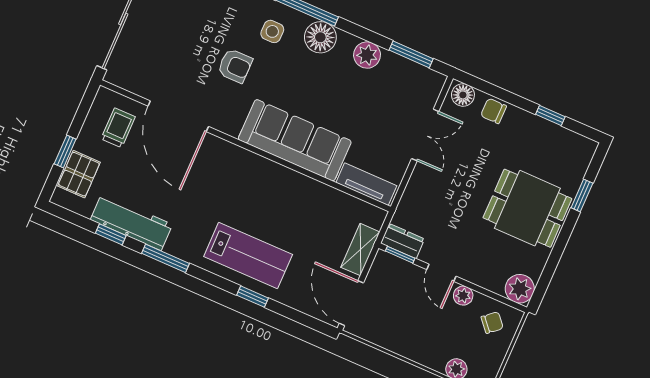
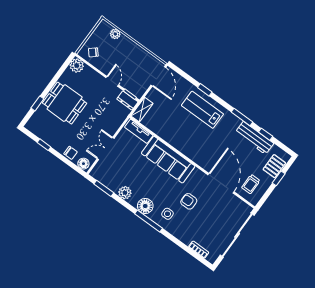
shelving: (360, 250) -> (142, 110), moved
plant: (463, 296) -> (104, 68), removed

